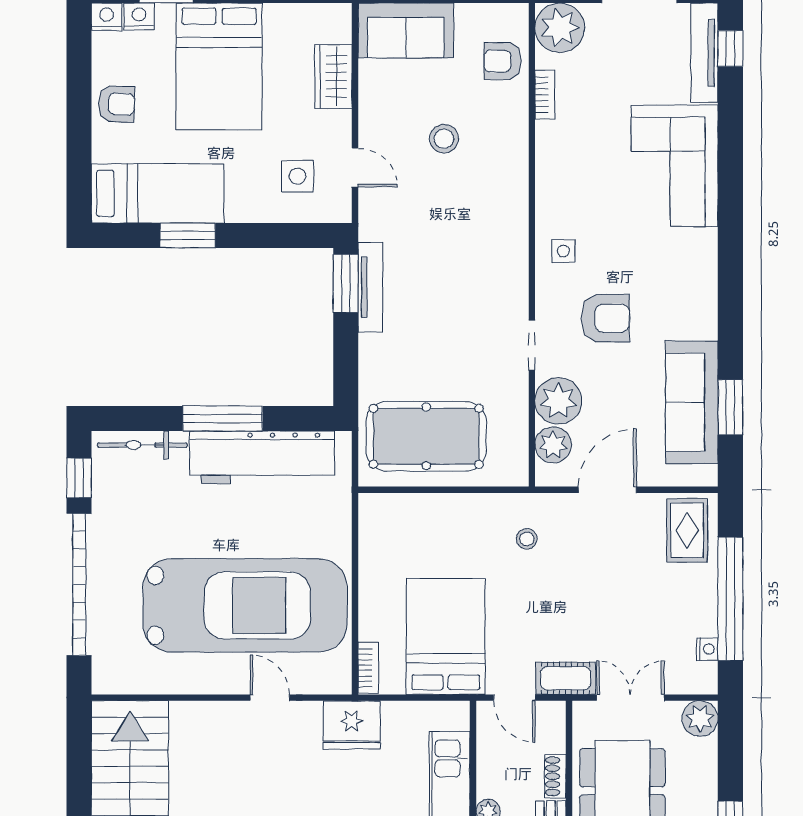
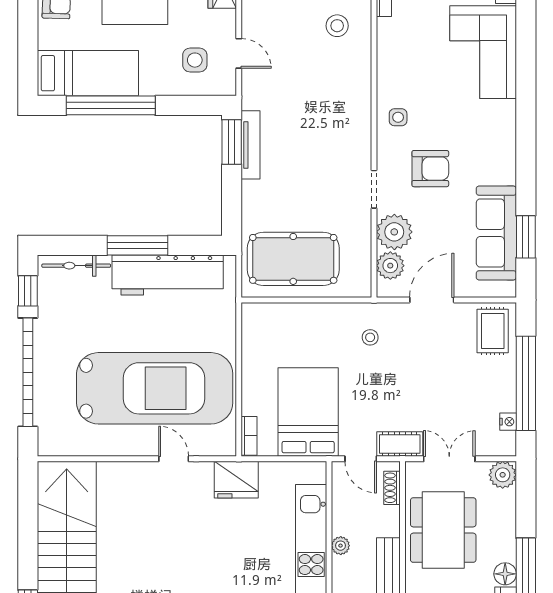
stool: (444, 139) -> (337, 26), moved
window: (188, 236) -> (111, 105), width x2.11
shoe rack: (555, 776) -> (392, 488), moved

